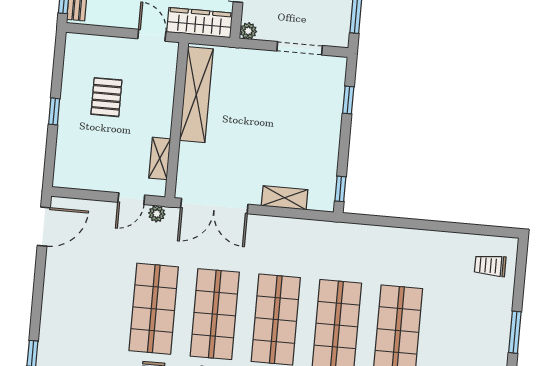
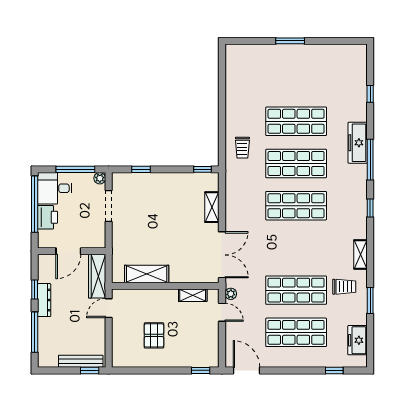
plant: (248, 31) -> (100, 178), moved
shelving: (196, 95) -> (147, 274), width x0.68
pallet: (106, 97) -> (154, 335), turned 90
window: (54, 111) -> (201, 370), moved
trolley: (490, 266) -> (242, 148), moved
shop shelf: (215, 314) -> (296, 332), moved

